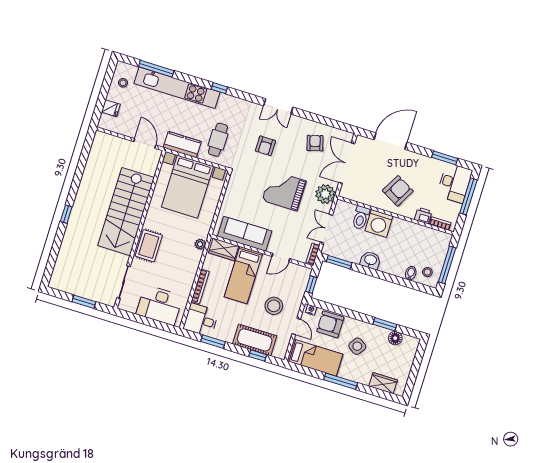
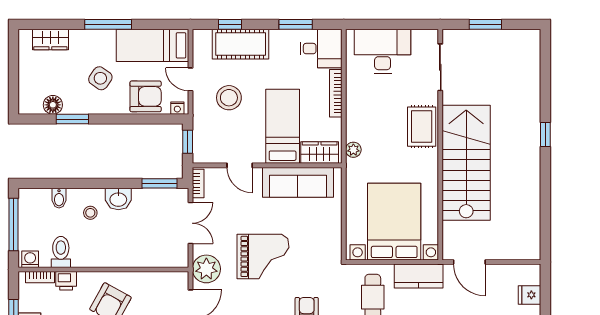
toilet: (361, 218) -> (61, 252), moved
washing machine: (379, 223) -> (30, 259), moved, width x0.53, depth x0.53
door: (281, 258) -> (240, 165), swing flipped
stool: (427, 272) -> (90, 213), moved

